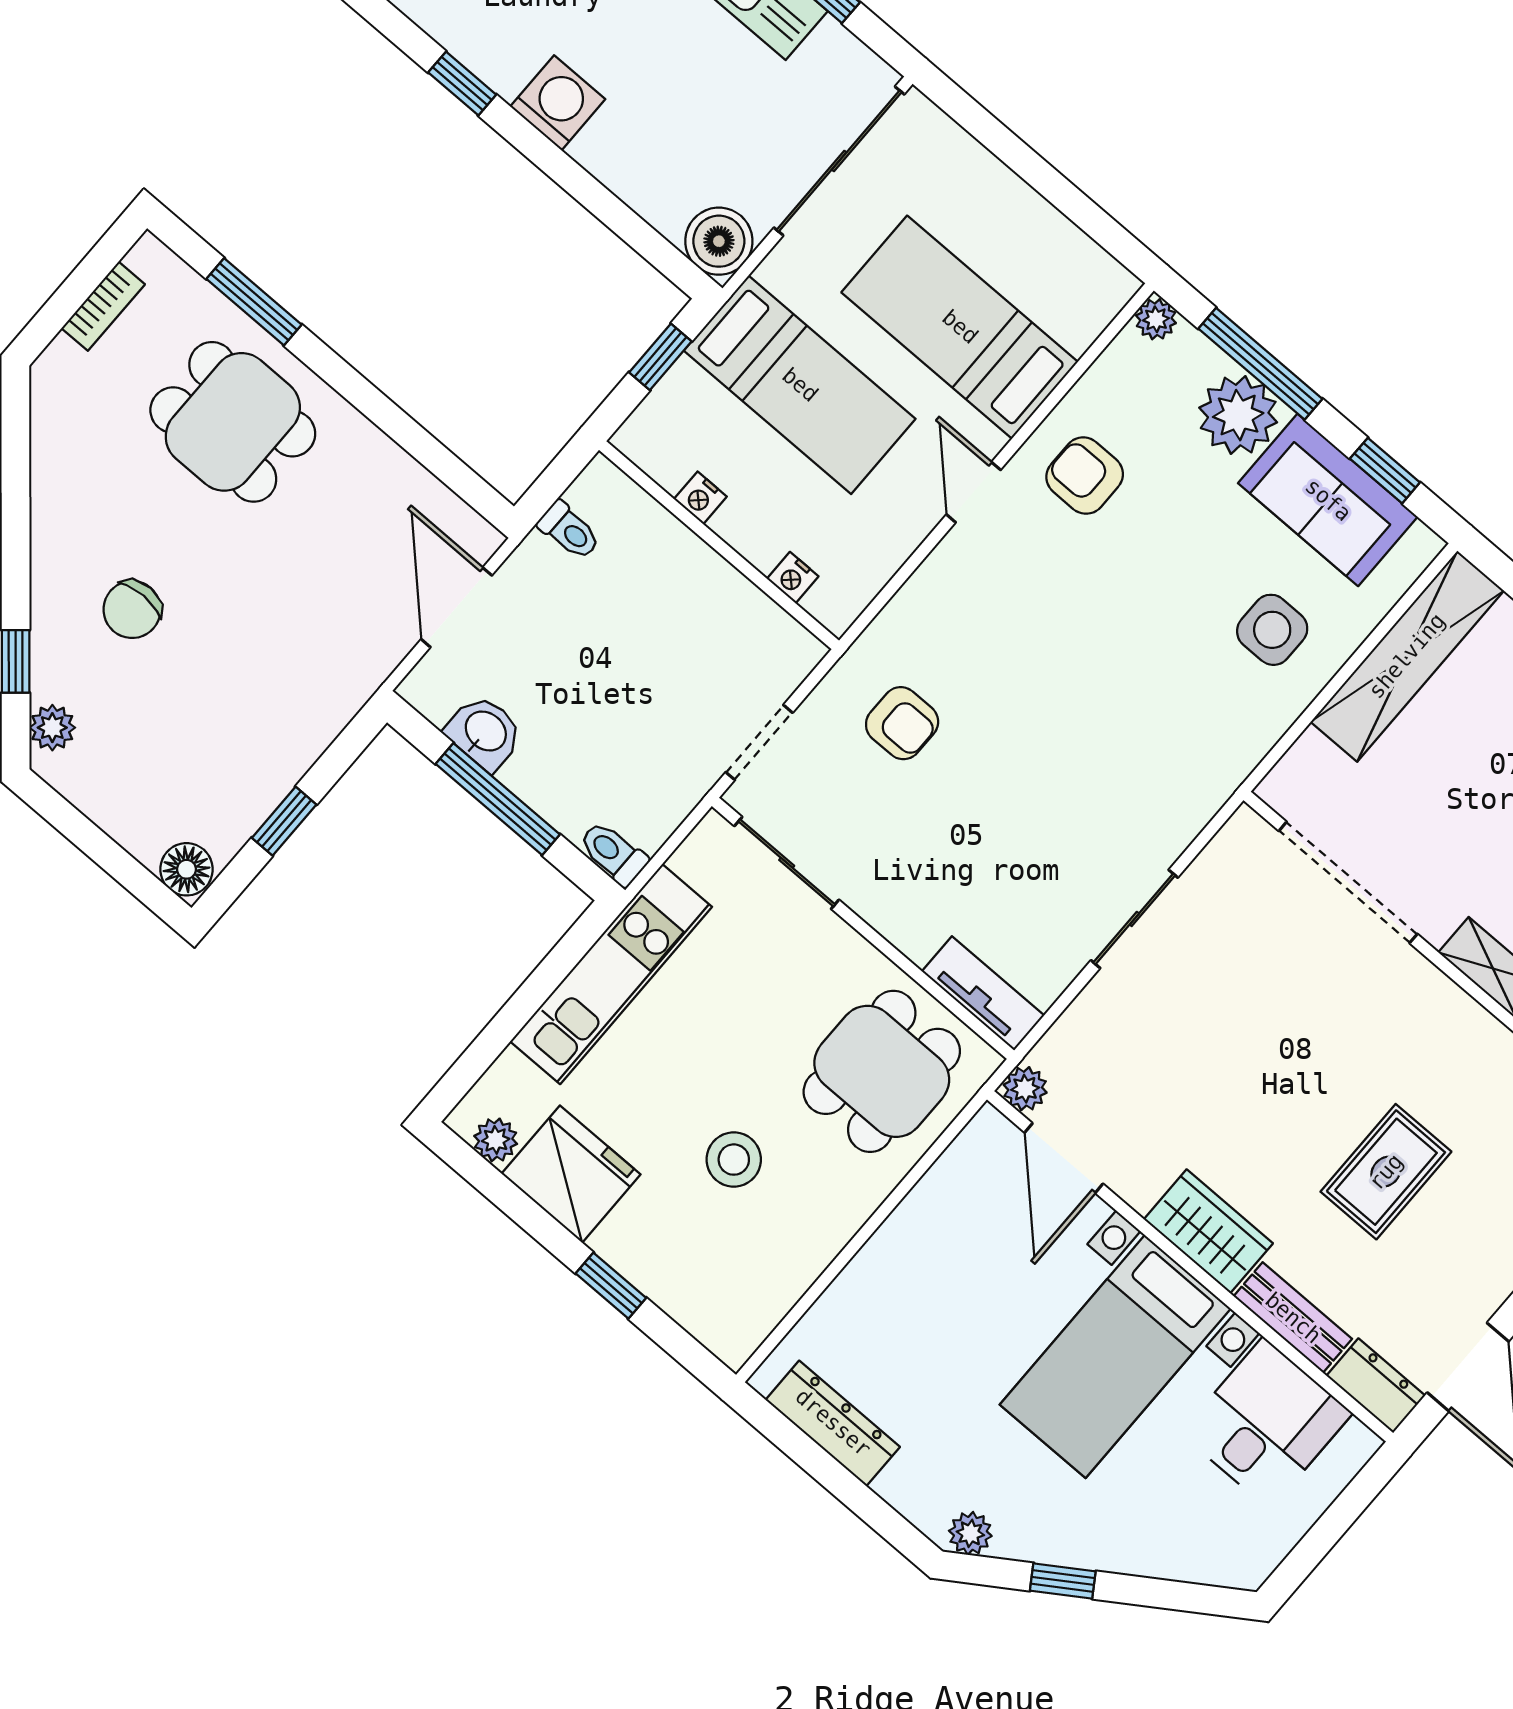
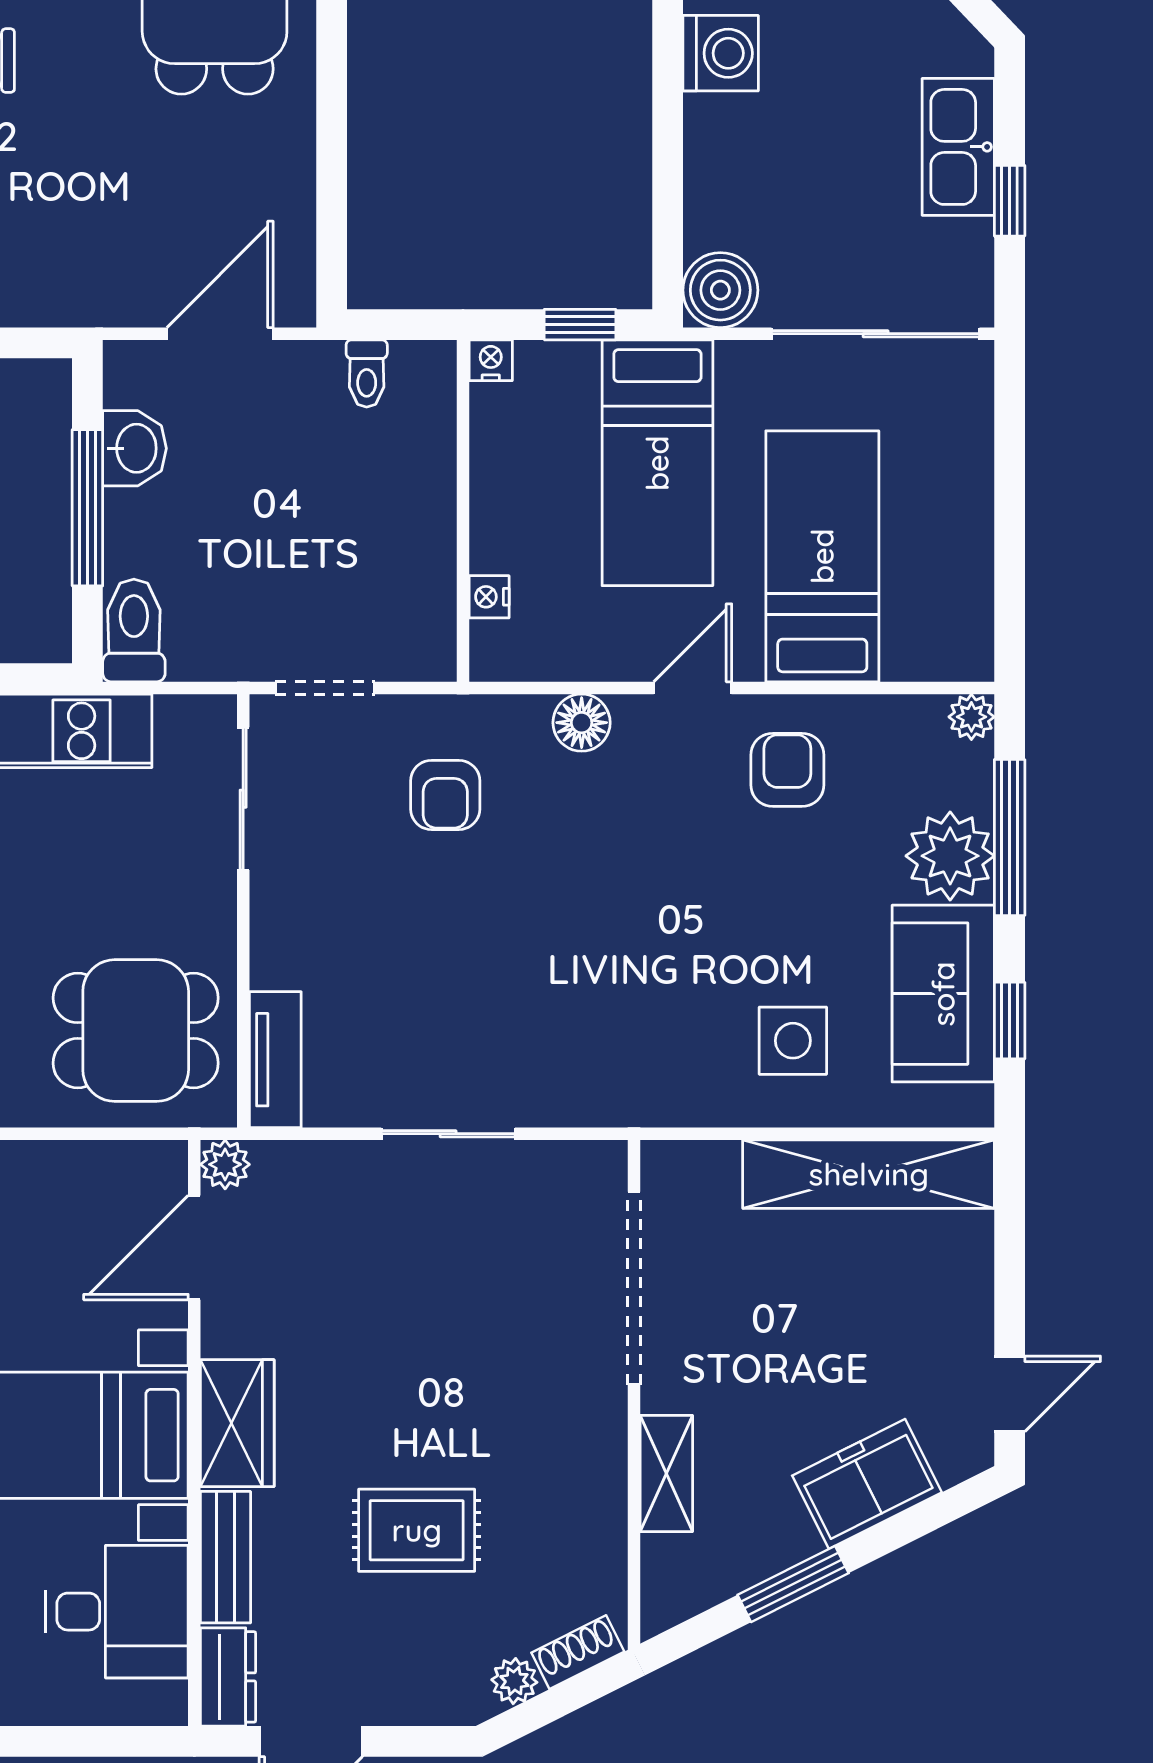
nightstand: (700, 498) -> (491, 360), moved, turned 90
floor lamp: (932, 588) -> (582, 723), added
toilet: (613, 853) -> (134, 630), width x1.37, depth x1.39

